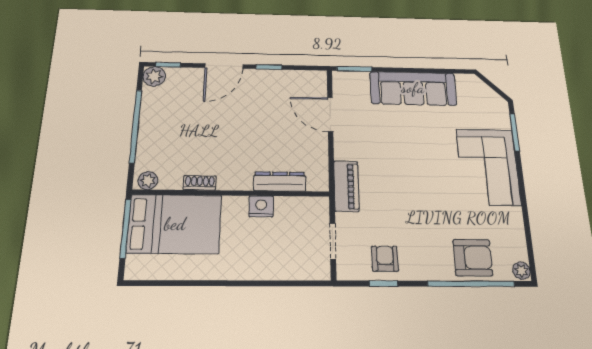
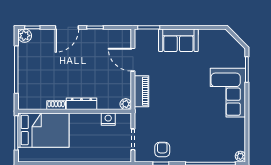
sofa: (413, 88) -> (178, 40), width x0.73
plant: (148, 181) -> (126, 104), moved
dresser: (280, 182) -> (81, 104), moved
piano: (346, 186) -> (141, 91), moved
nightstand: (261, 206) -> (108, 119), moved
armchair: (473, 258) -> (213, 149), removed

